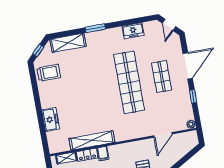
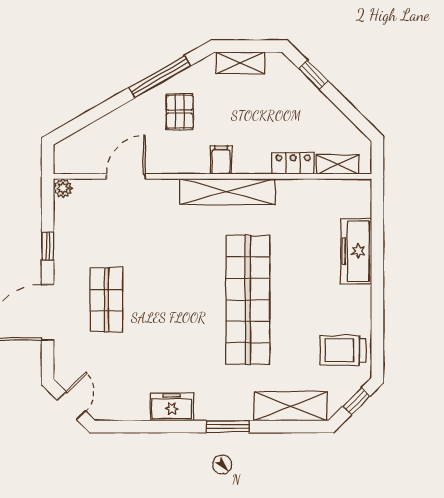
freezer: (133, 31) -> (172, 407), moved
shop shelf: (129, 82) -> (248, 300), moved
freezer: (51, 120) -> (356, 251), width x1.40
shelving: (92, 140) -> (227, 192), moved
filing cabinet: (103, 153) -> (221, 160), moved

